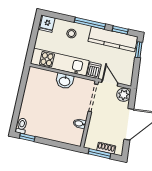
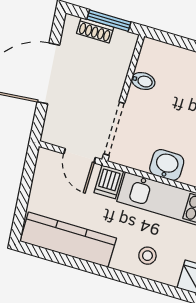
window: (90, 23) -> (111, 273), removed
window: (120, 30) -> (53, 256), removed
window: (139, 50) -> (20, 216), removed
plant: (123, 95) -> (55, 131), removed

